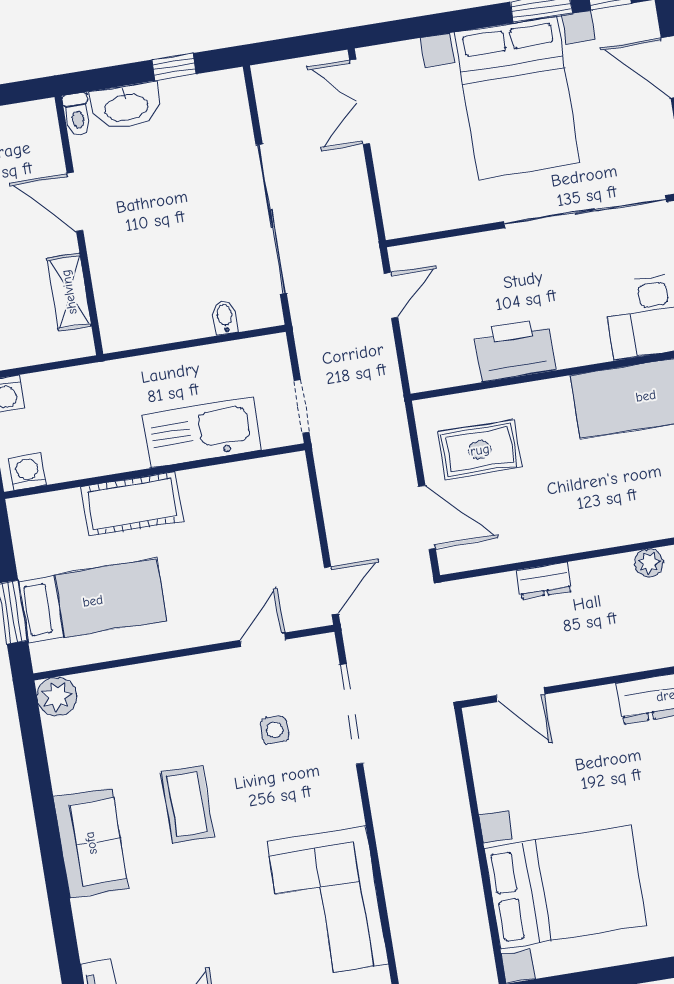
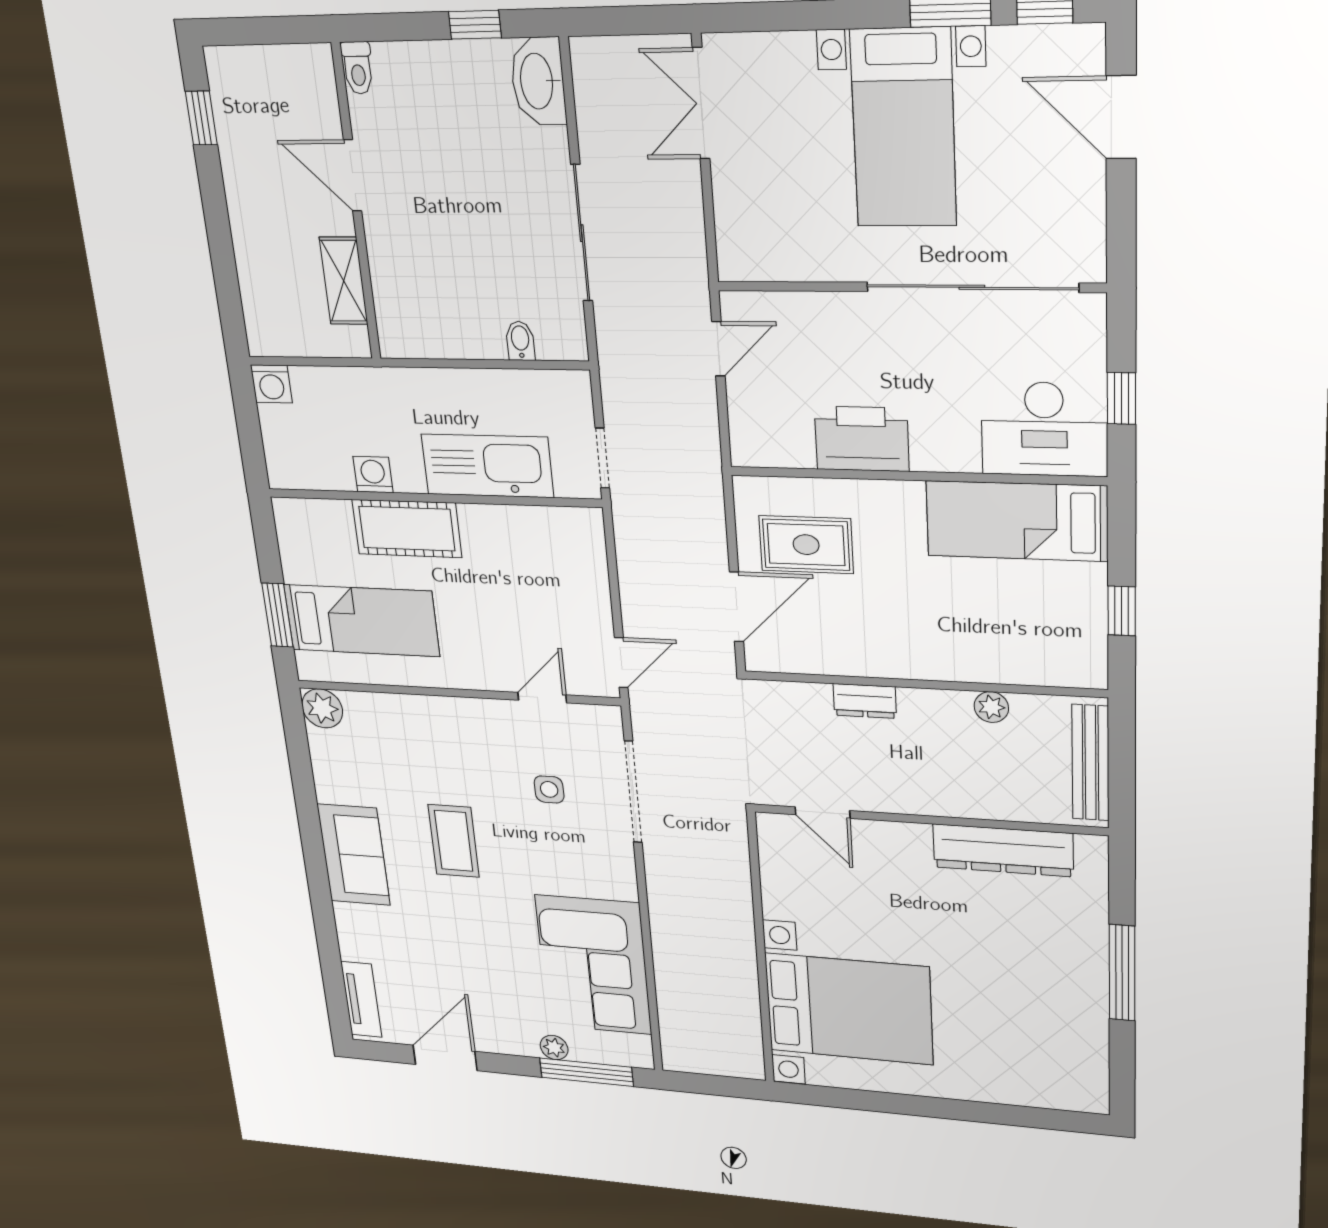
bed with nightstands: (517, 98) -> (903, 128), width x0.73
washbasin: (126, 106) -> (538, 81), moved, turned 90
sliding door: (271, 219) -> (582, 233), width x0.73
washing machine: (27, 472) -> (373, 475), moved
door: (427, 517) -> (737, 607), hinge flipped

